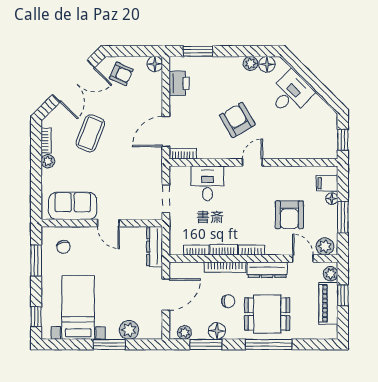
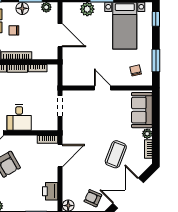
desk: (207, 183) -> (19, 117), moved
sofa: (73, 206) -> (142, 110), moved, turned 90
dresser: (155, 247) -> (68, 71), removed
door: (166, 294) -> (60, 35), swing flipped

